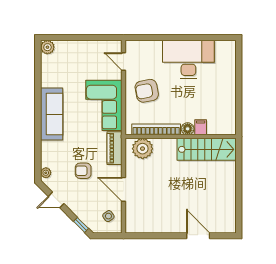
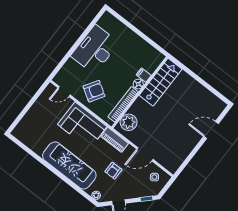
plant: (47, 47) -> (18, 132), removed
armchair: (147, 91) -> (94, 91), turned -137
sofa: (52, 114) -> (69, 165), width x1.36, depth x1.27

